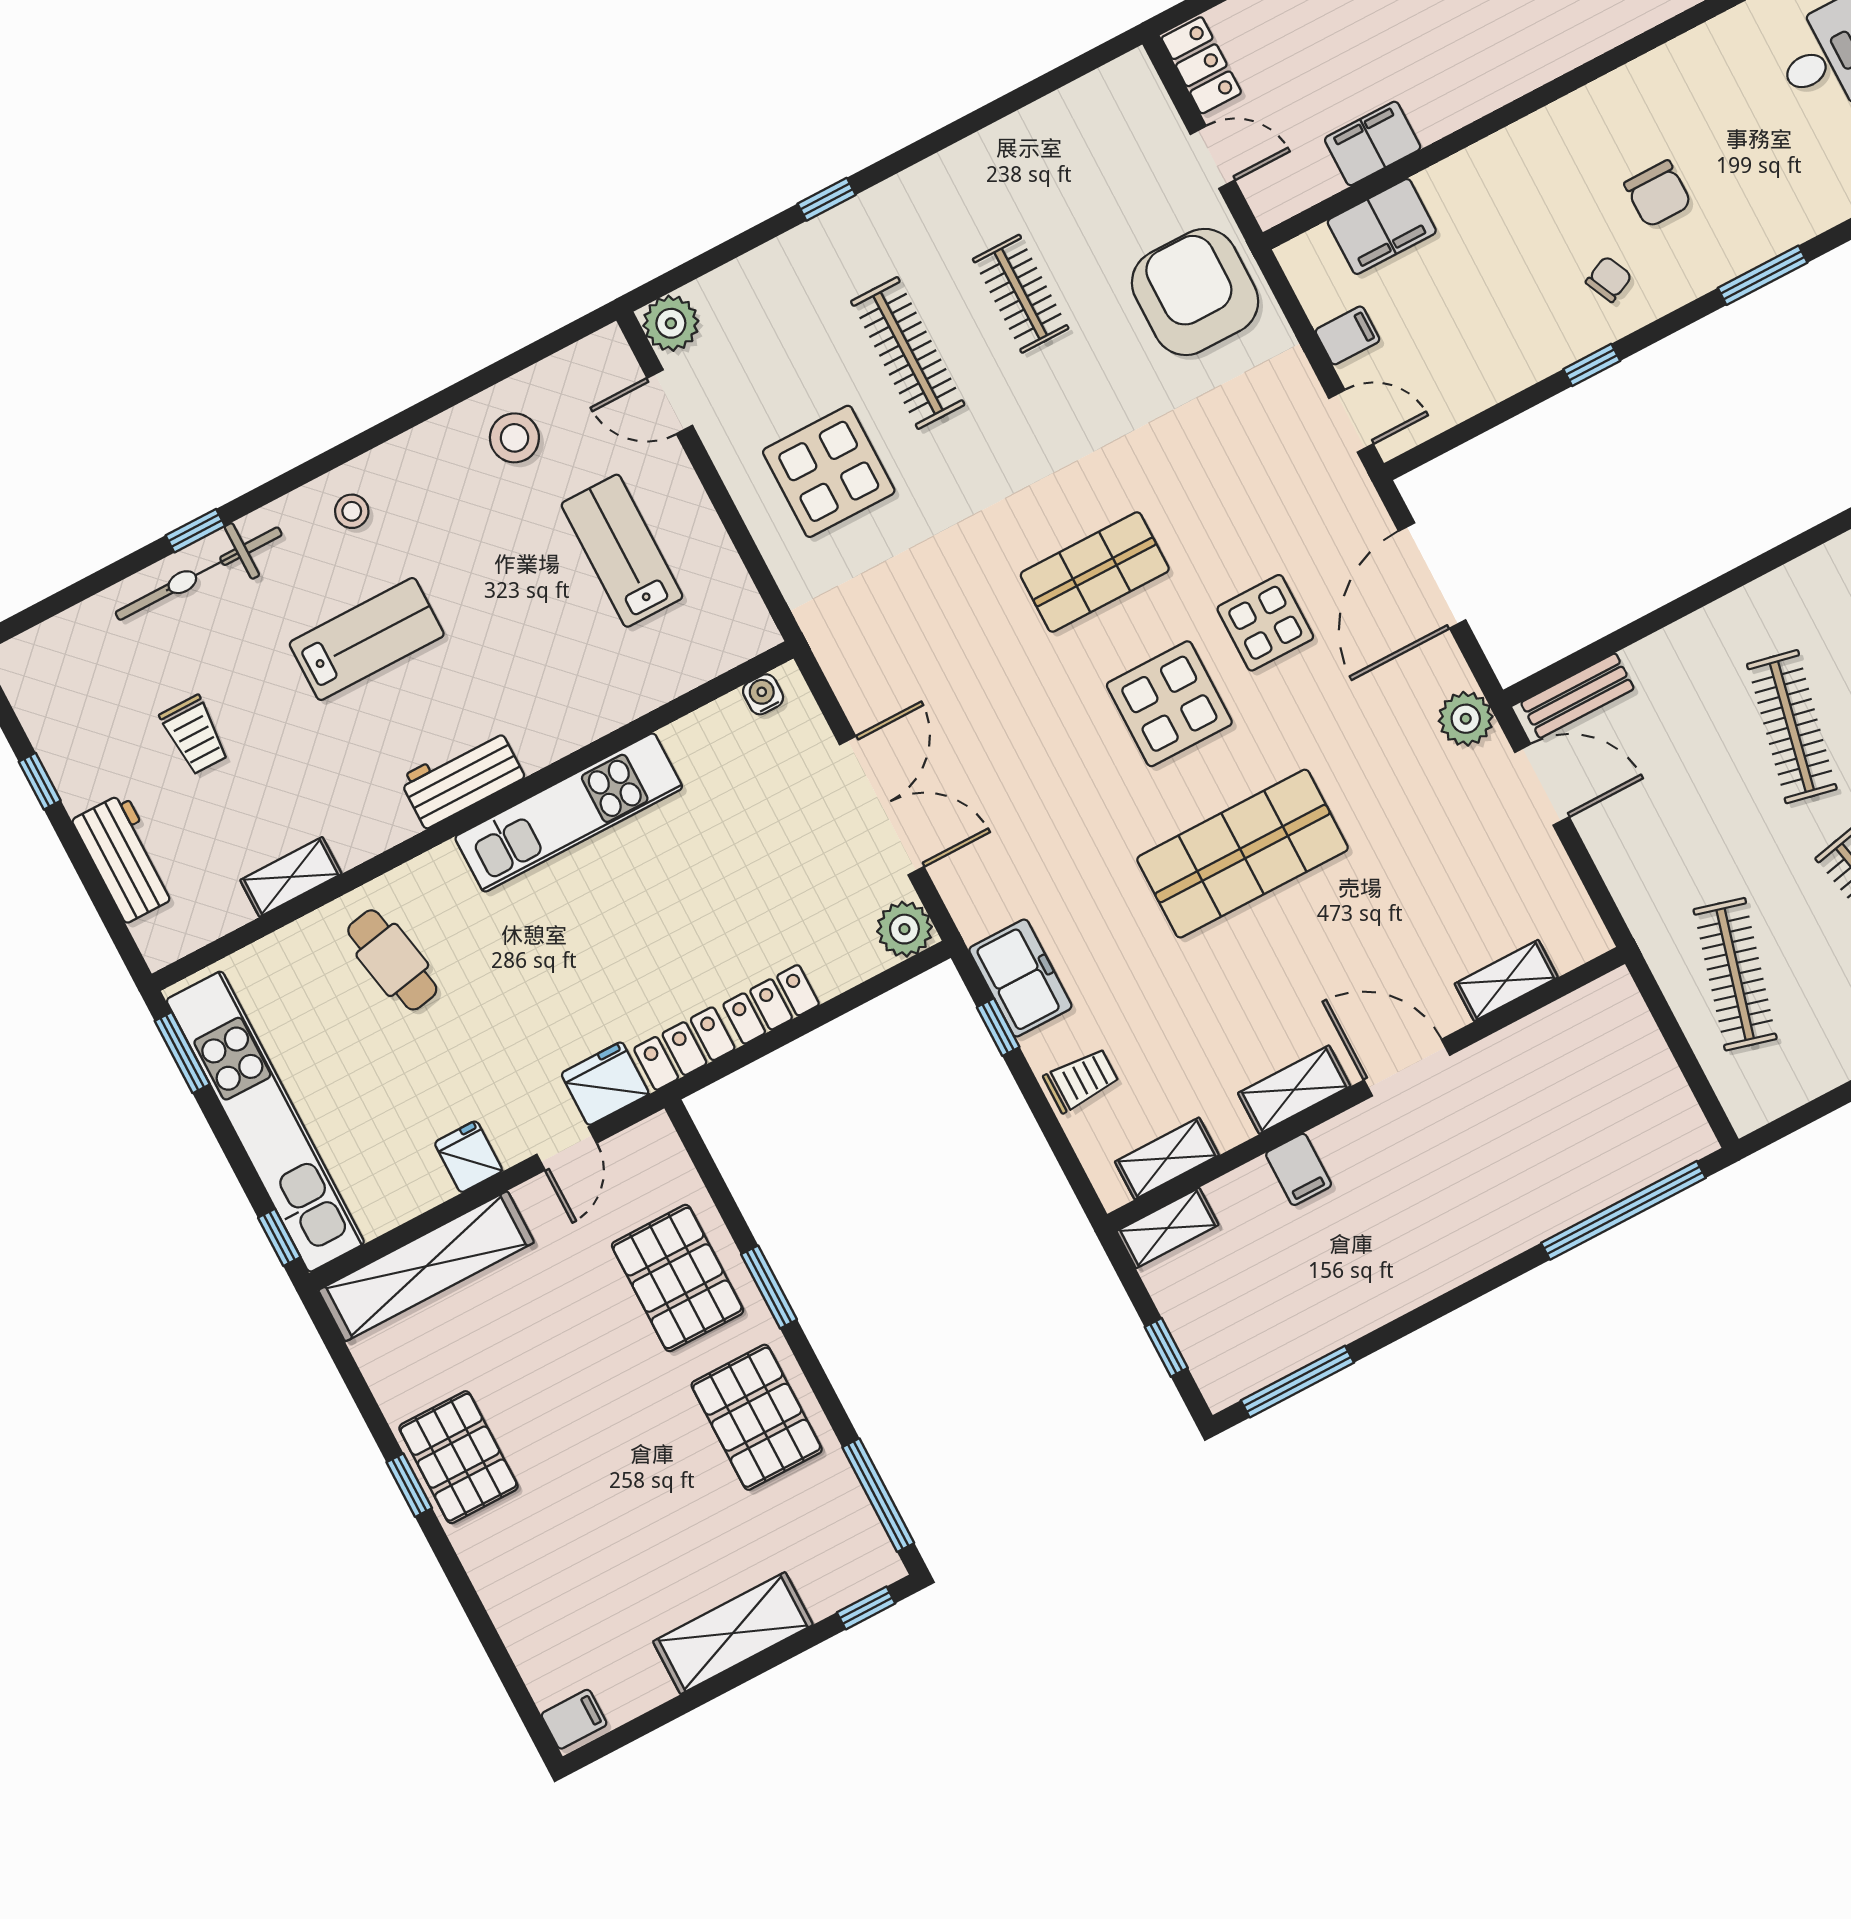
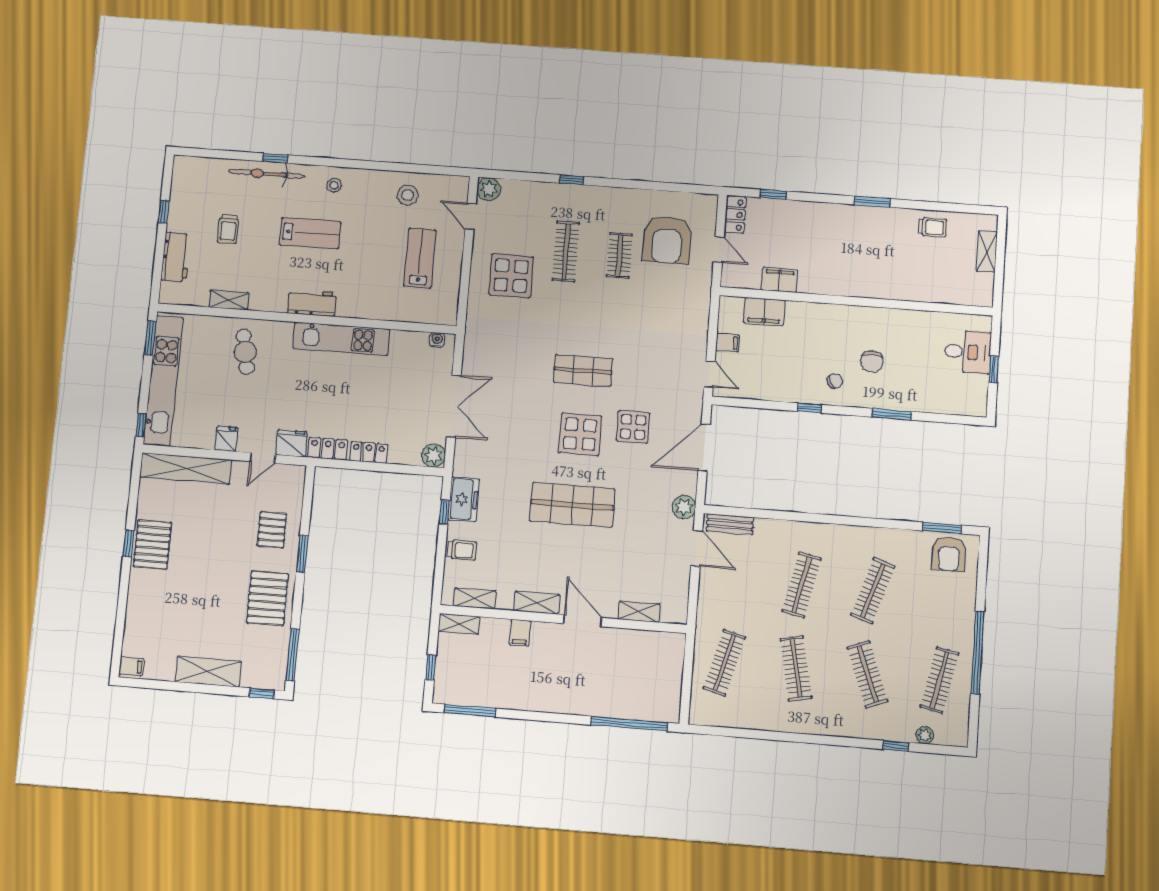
armchair: (1195, 292) -> (667, 240), moved, turned 180
pallet: (678, 1278) -> (272, 530), width x0.67, depth x0.71

